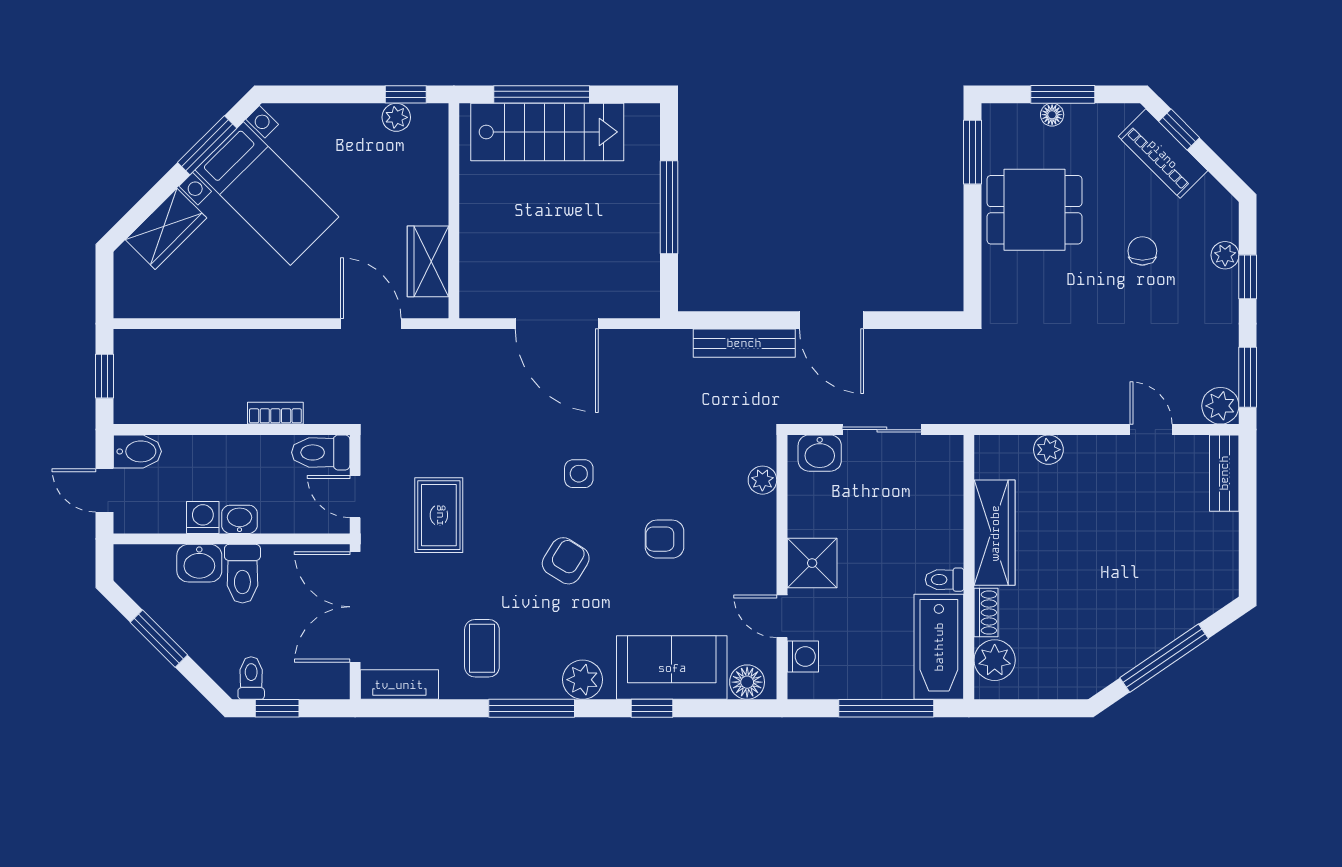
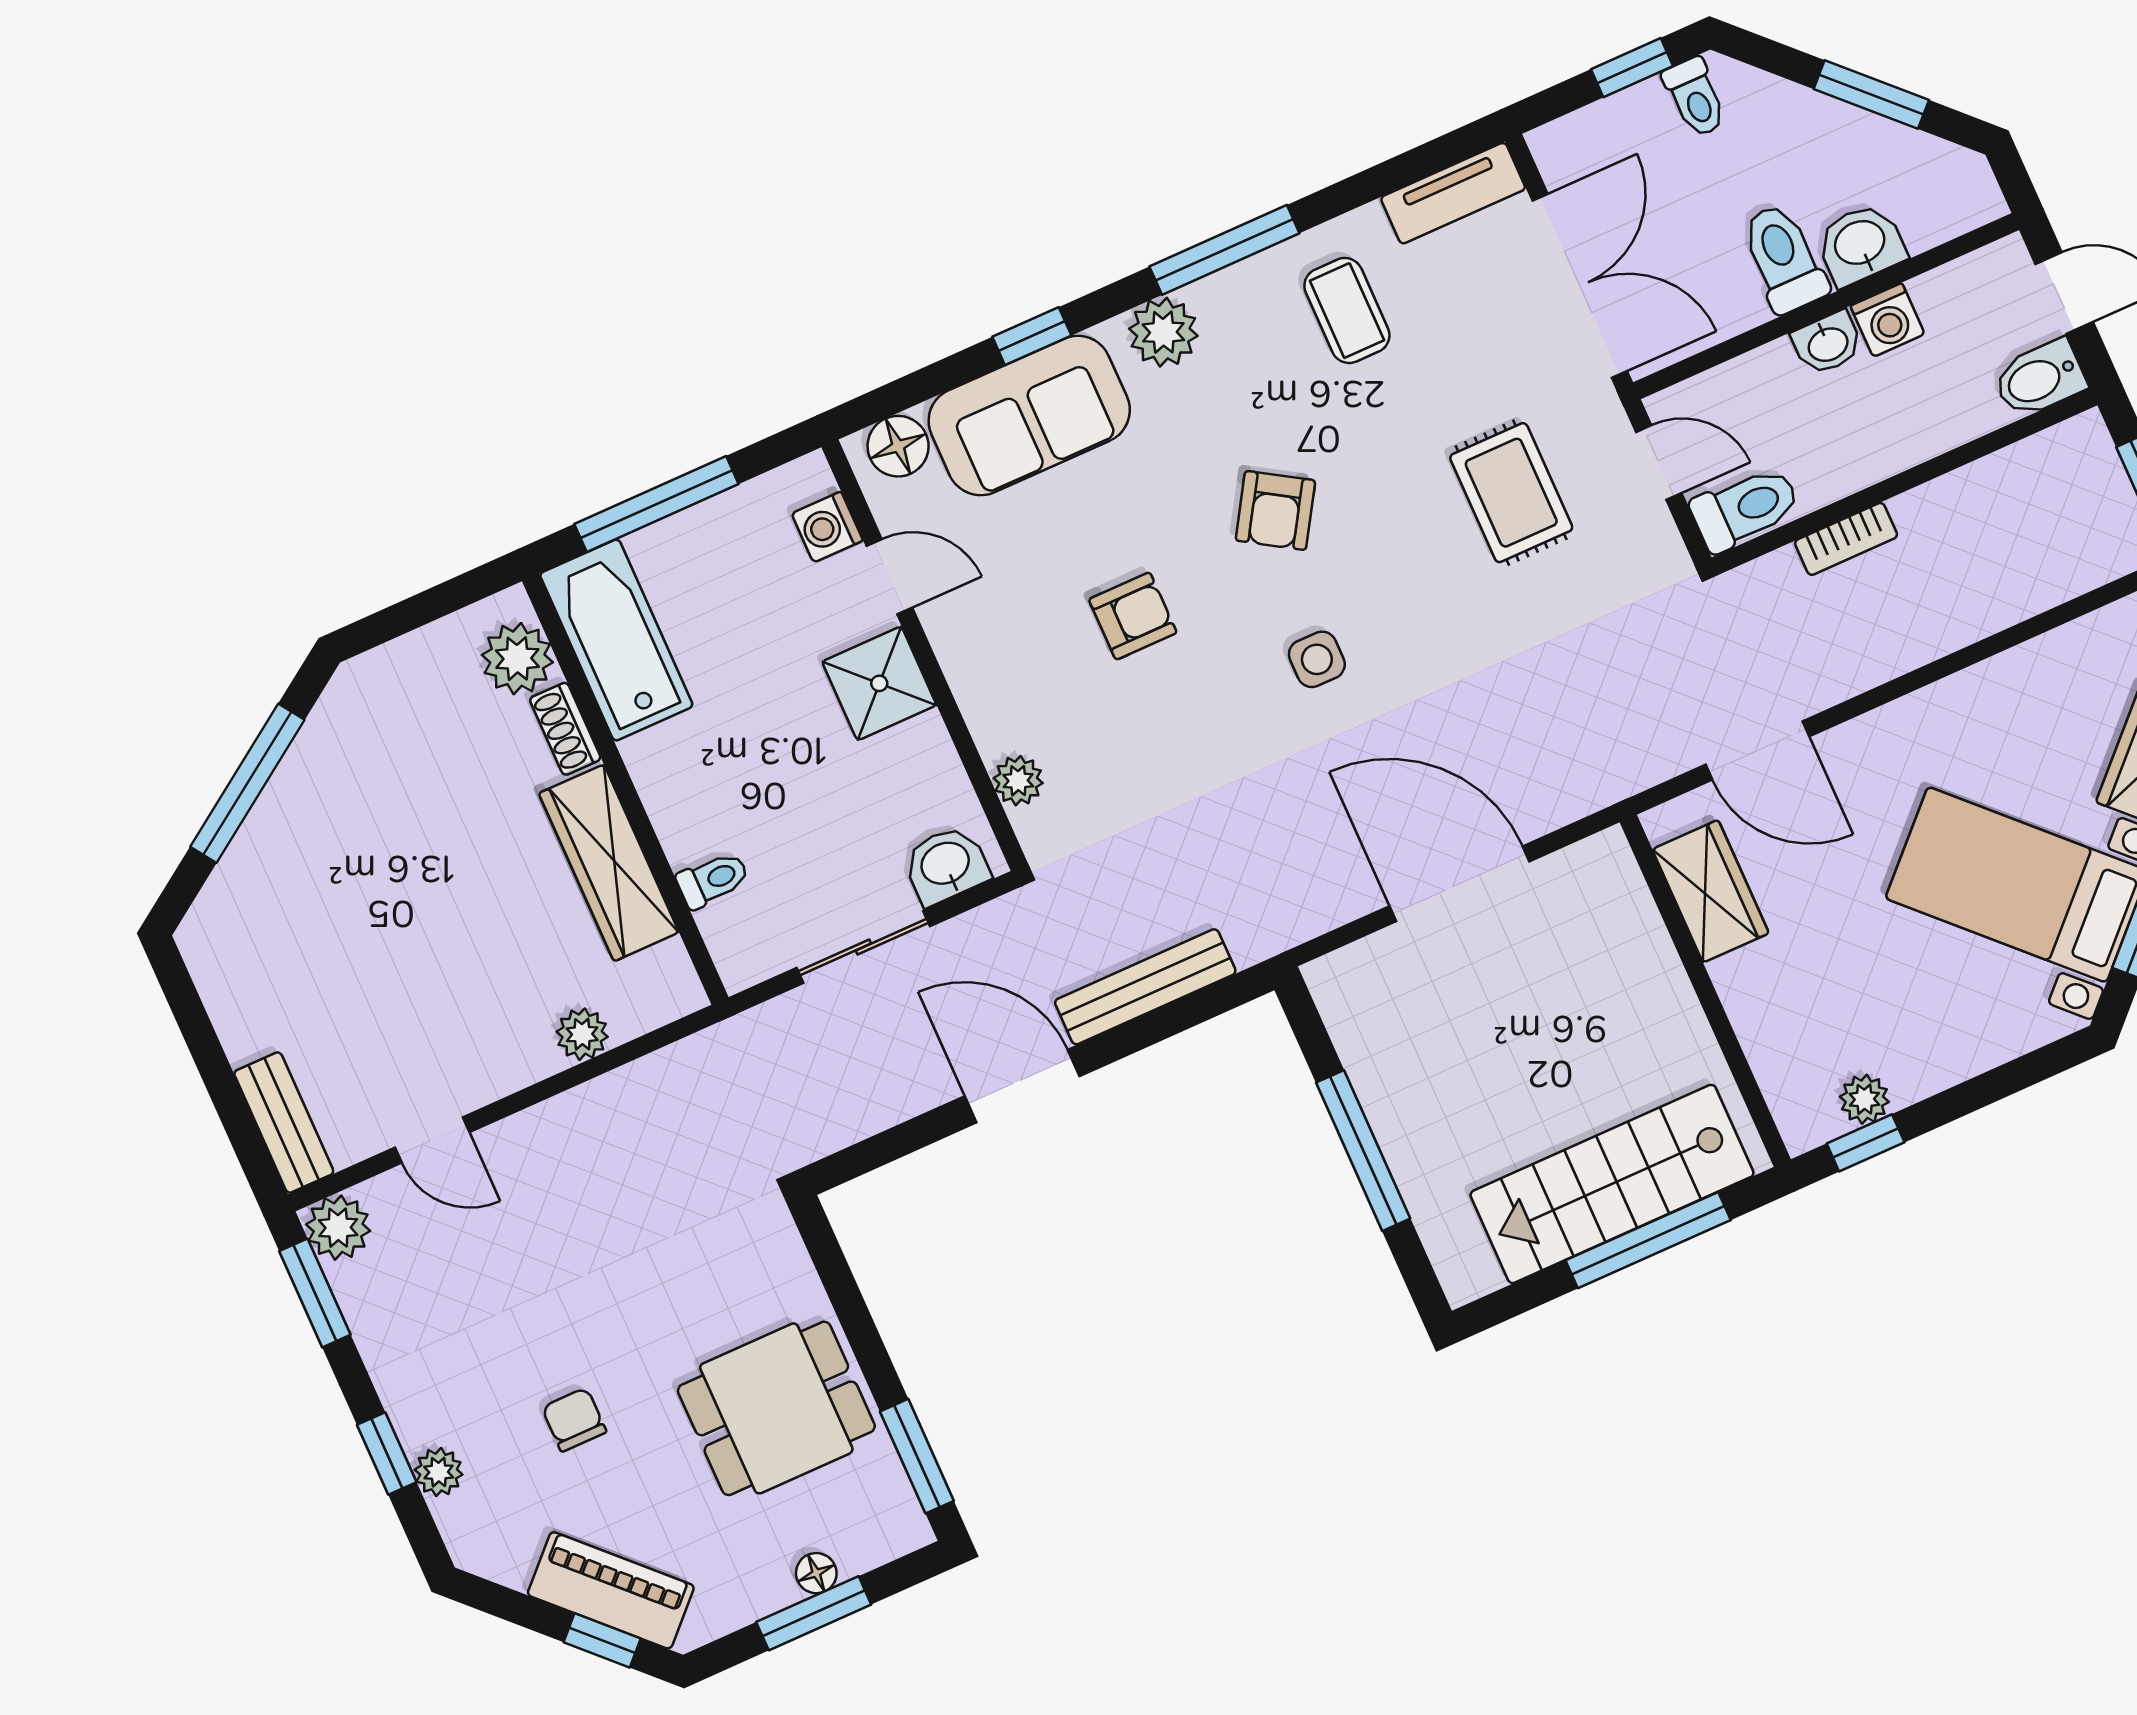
chair: (1142, 251) -> (574, 1420), turned 180
toilet: (944, 580) -> (713, 880), moved

